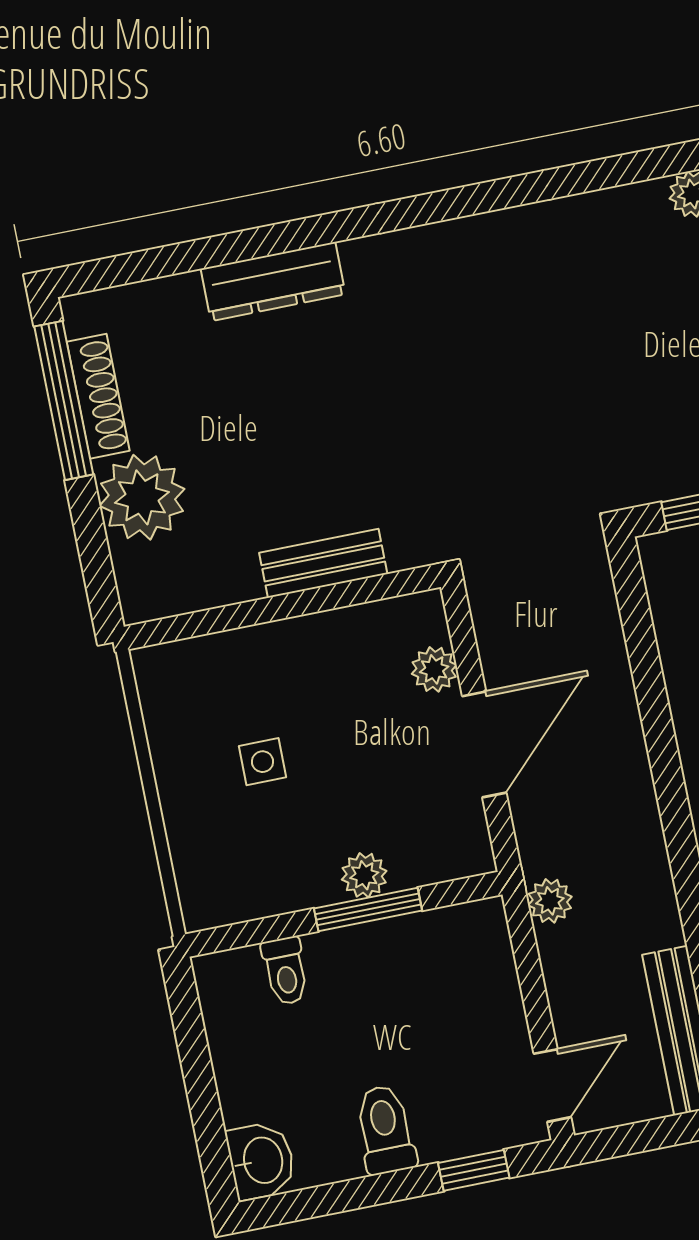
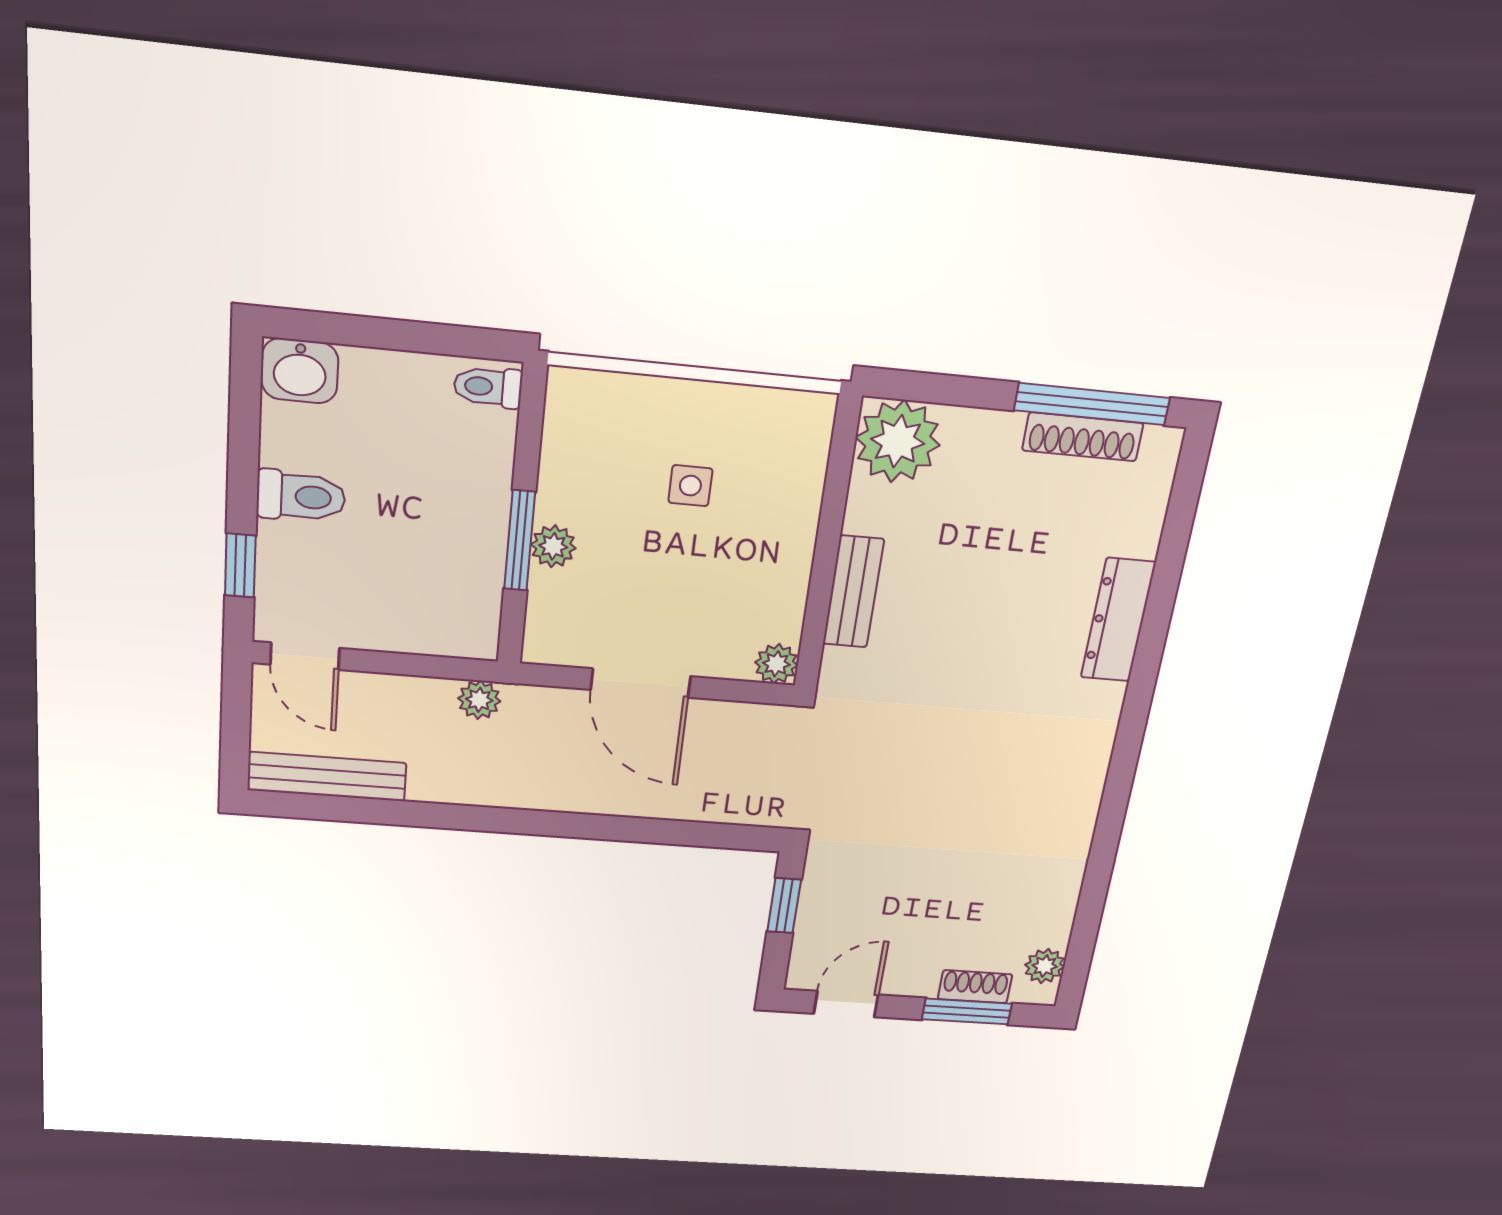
plant: (142, 497) -> (898, 441), moved
plant: (434, 669) -> (776, 664), moved
toilet: (285, 971) -> (488, 387), moved

